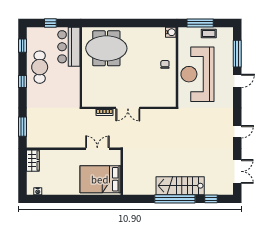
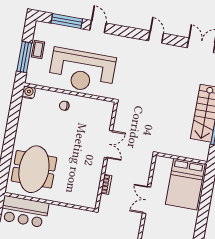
double door: (128, 108) -> (108, 144), moved
wall: (122, 172) -> (182, 158), moved
bed: (100, 179) -> (185, 184), moved

